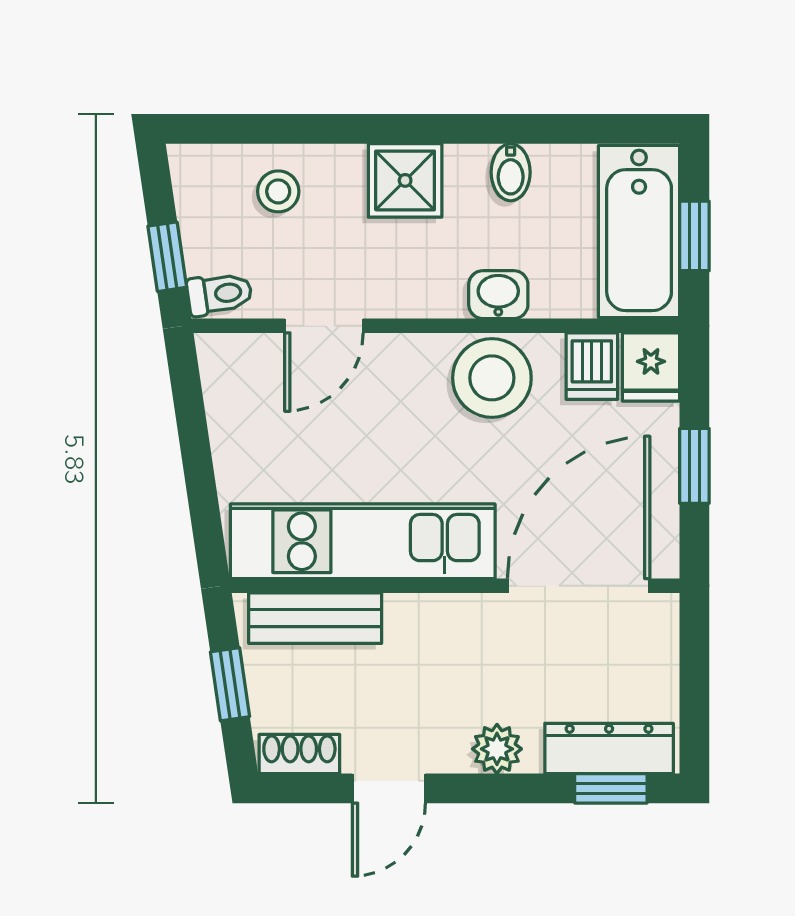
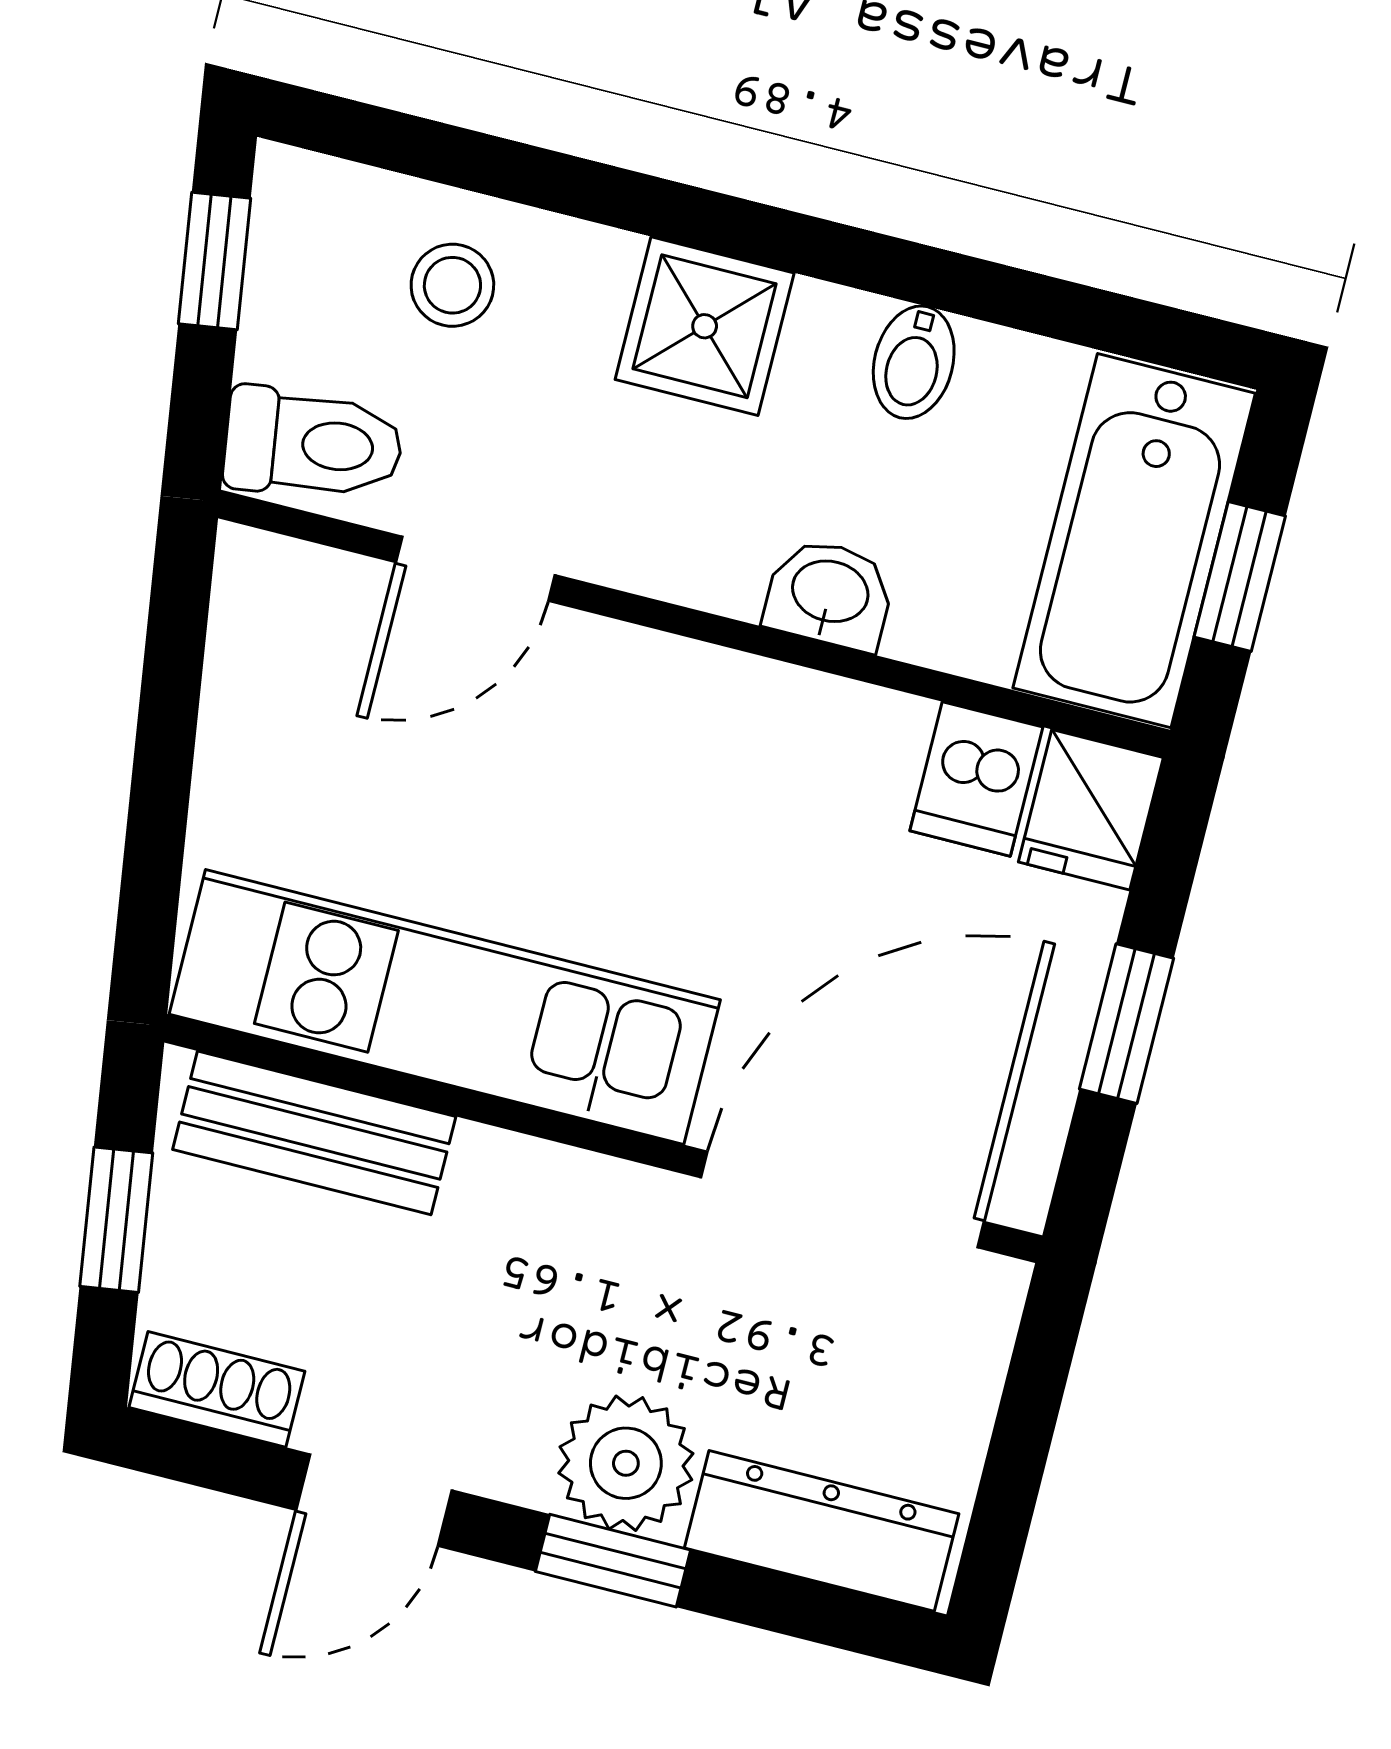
window: (167, 257) -> (215, 261), moved
toilet: (219, 294) -> (313, 444), width x1.37, depth x1.39
stool: (492, 378) -> (776, 753), removed
plant: (497, 749) -> (626, 1463), width x1.38, depth x1.38
window: (611, 788) -> (613, 1561), moved

